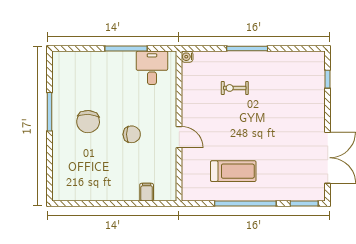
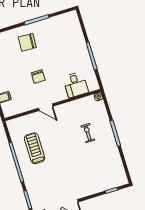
desk: (152, 68) -> (76, 85), moved, turned 90
chair: (88, 122) -> (27, 42), moved
door: (179, 137) -> (46, 107), hinge flipped
treadmill: (233, 171) -> (35, 148), turned 180

